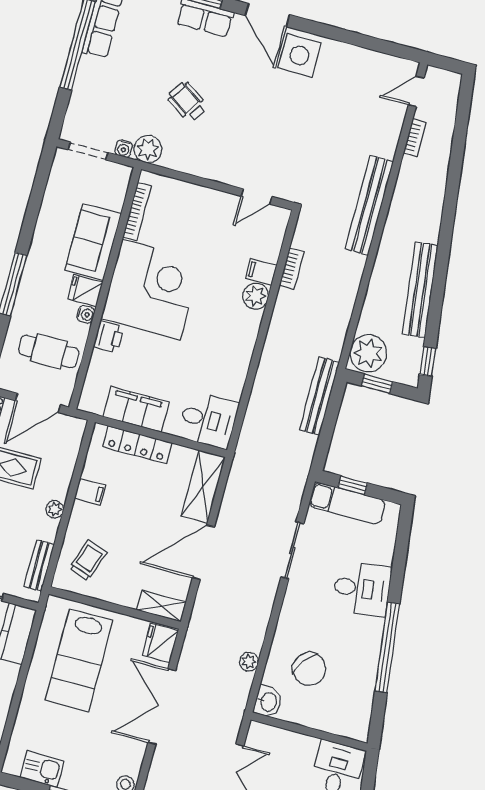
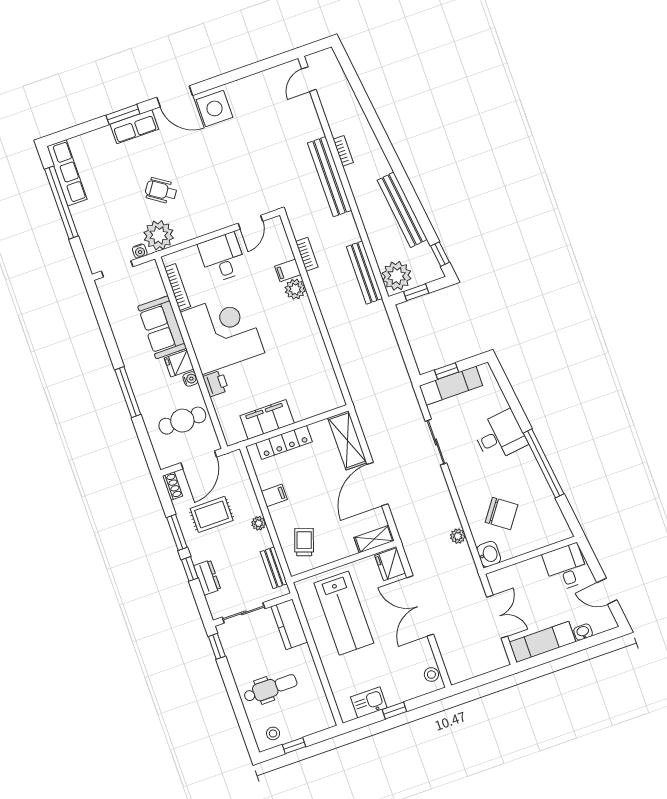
bookcase: (415, 138) -> (343, 151), moved
plant: (148, 149) -> (159, 235), width x1.36, depth x1.36
bench: (319, 396) -> (364, 273), moved
desk: (208, 420) -> (222, 258), moved, turned -90

